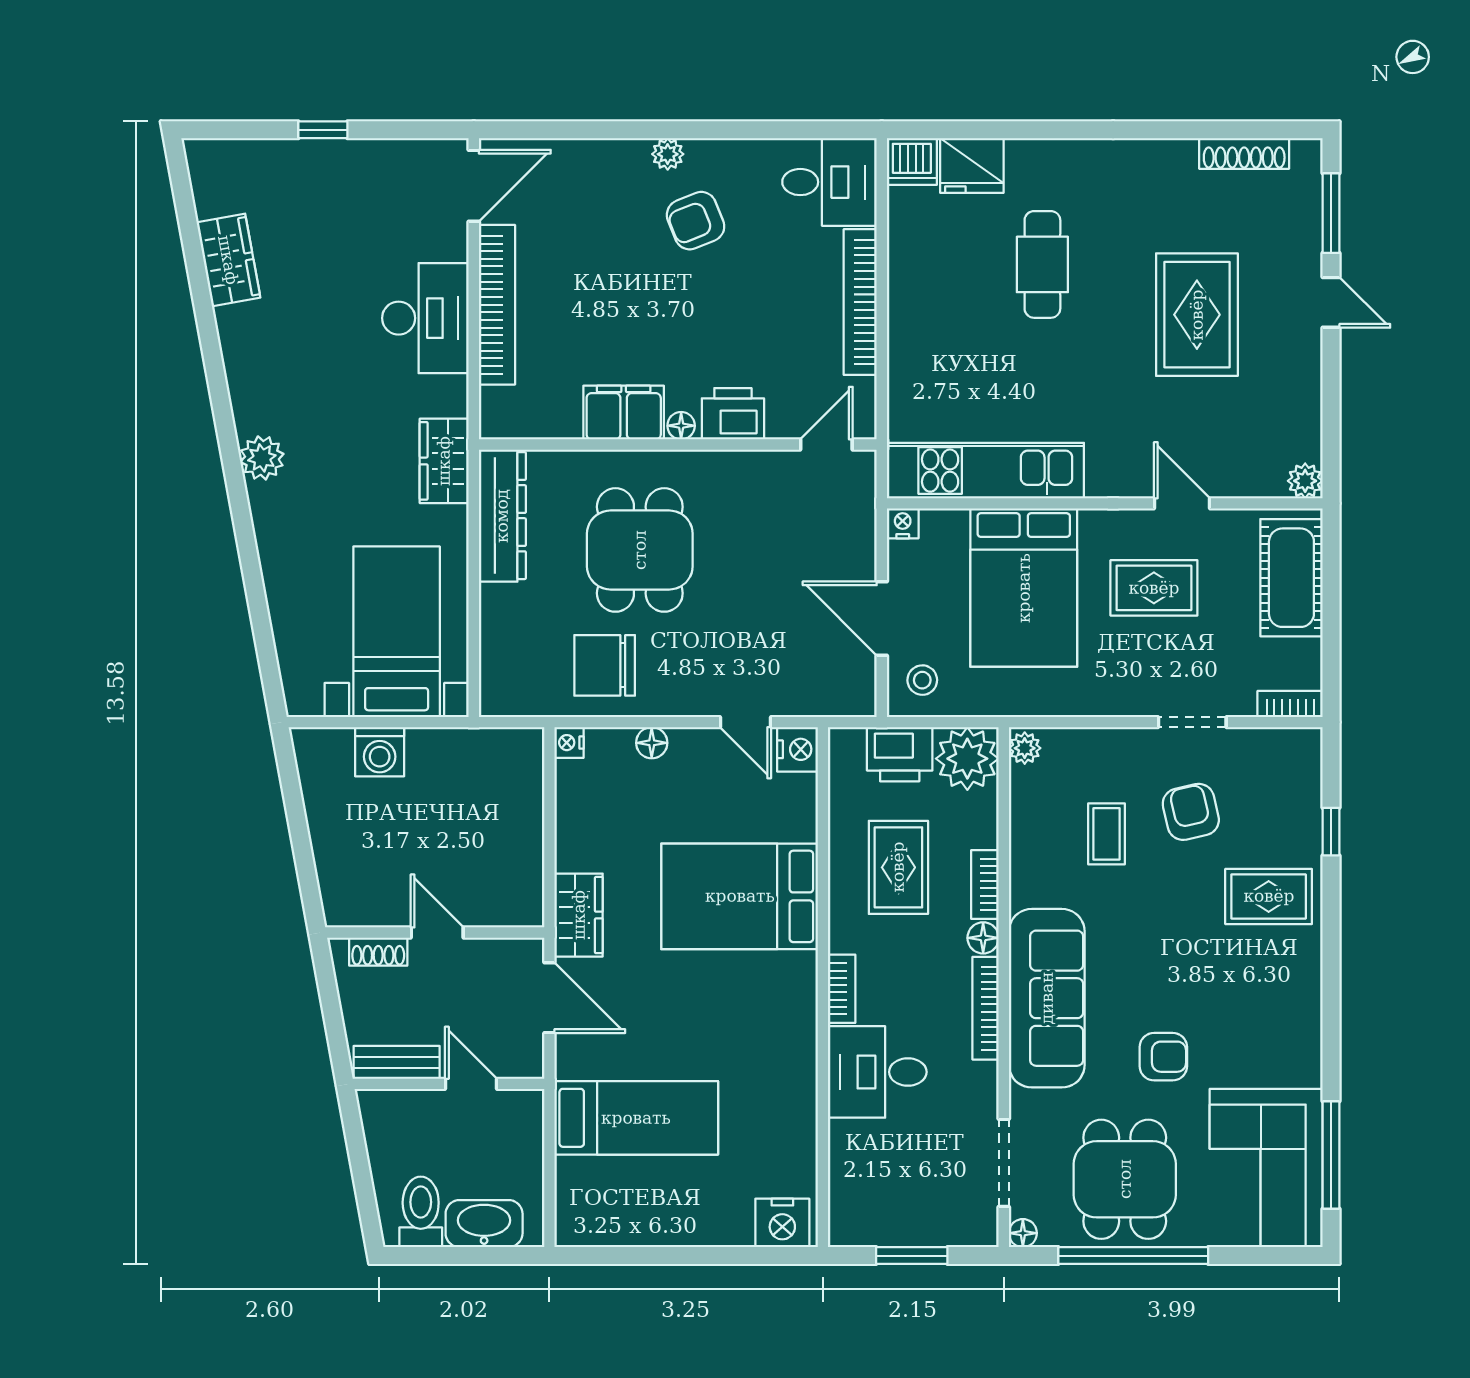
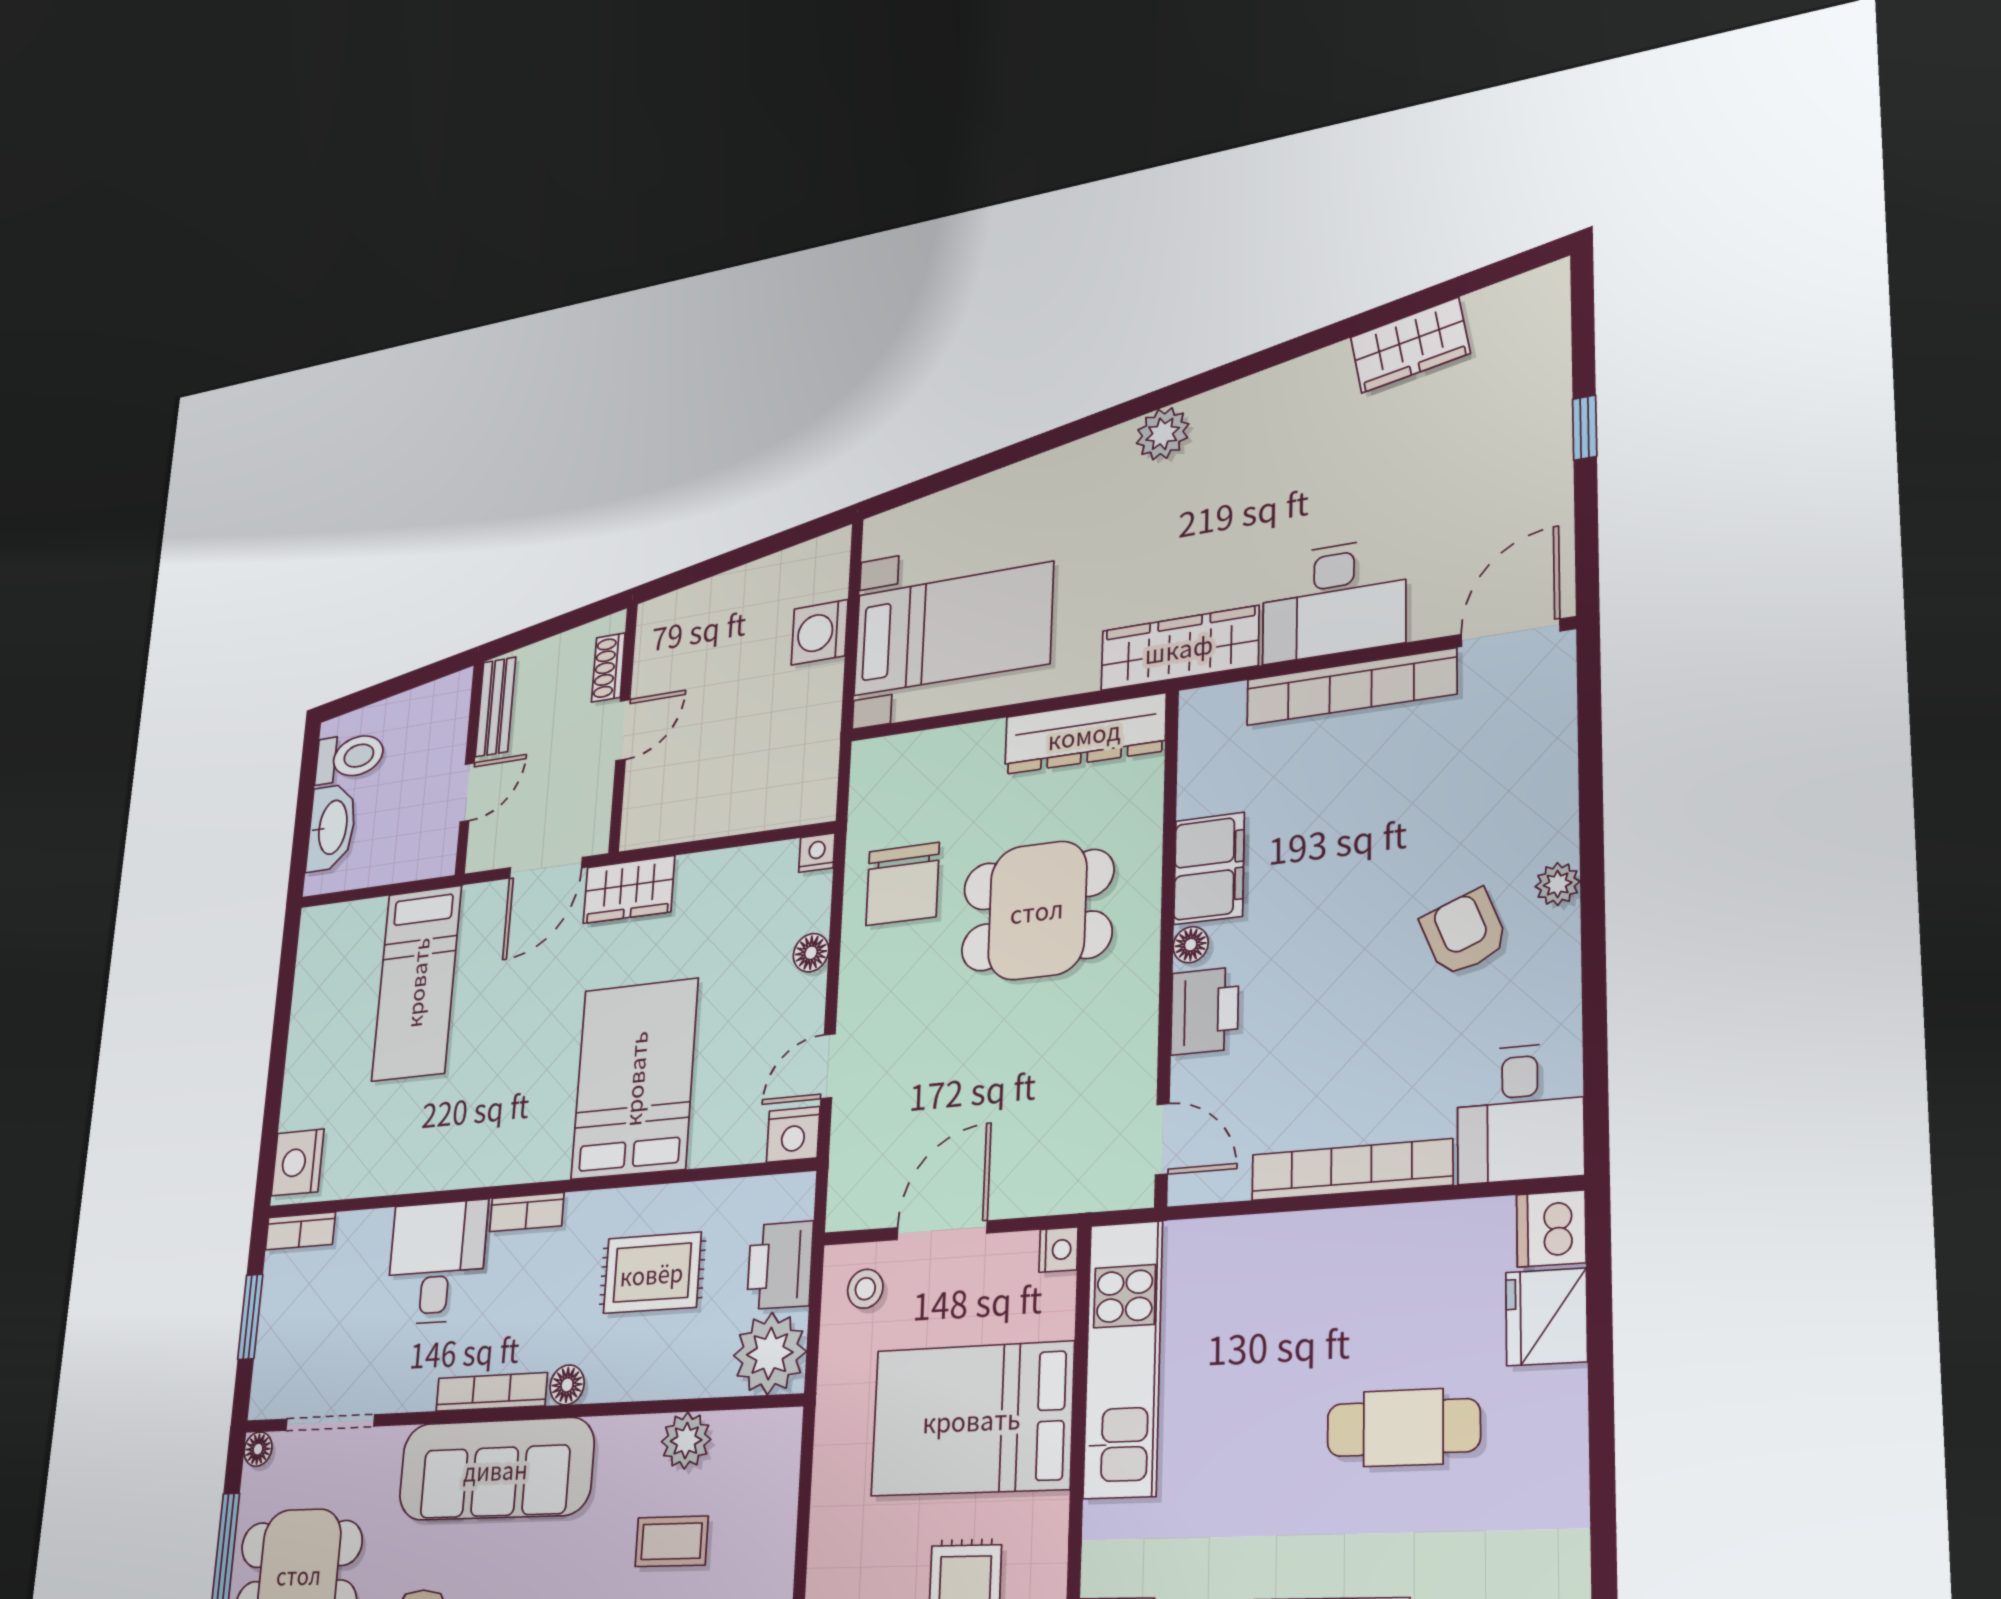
door: (474, 186) -> (1510, 633), swing flipped
wardrobe: (444, 461) -> (1179, 648), width x1.50
chair: (605, 665) -> (903, 884), turned 180
plant: (1025, 748) -> (686, 1440), moved, width x1.38, depth x1.38
bookcase: (985, 884) -> (300, 1231), moved, turned 180

